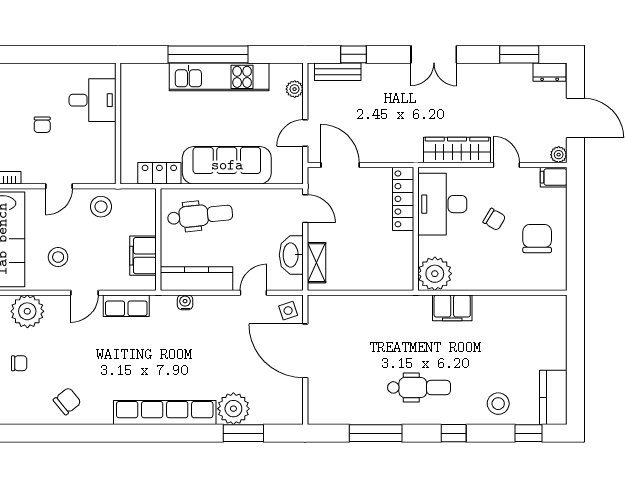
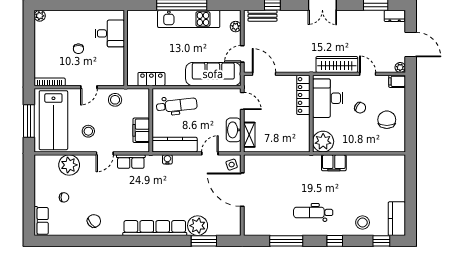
sofa: (227, 165) -> (213, 74), moved
dental chair: (419, 387) -> (313, 212), turned 180

